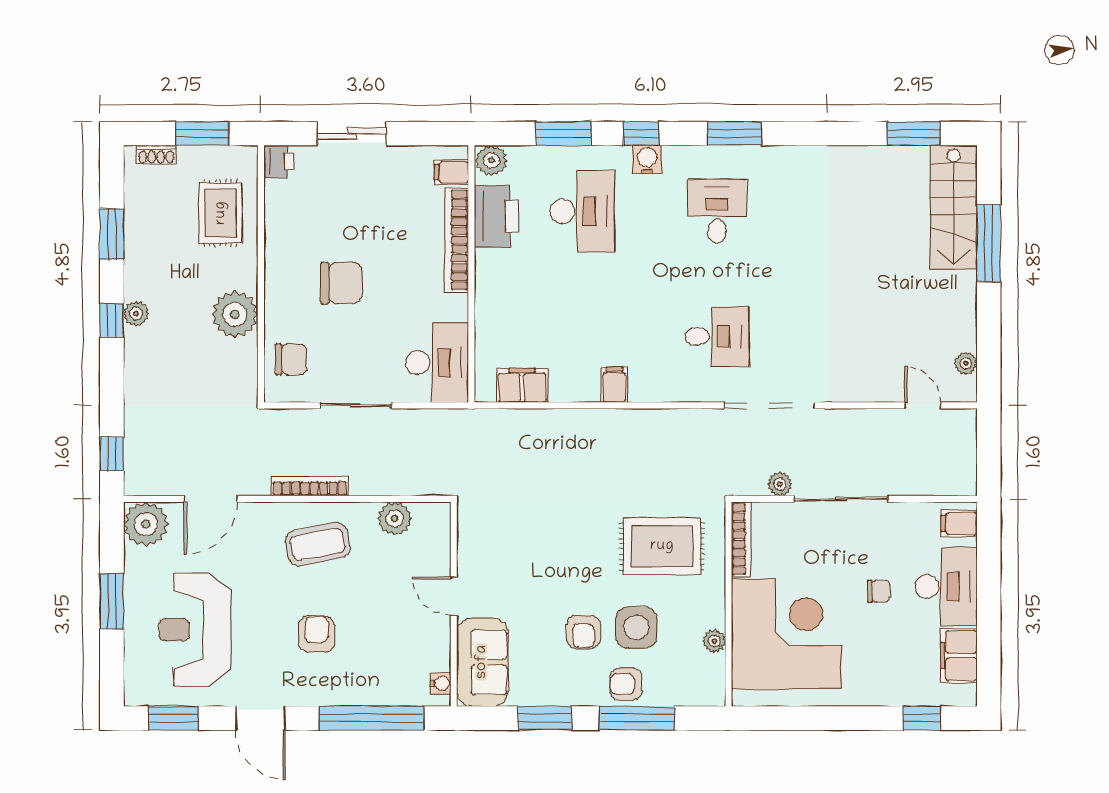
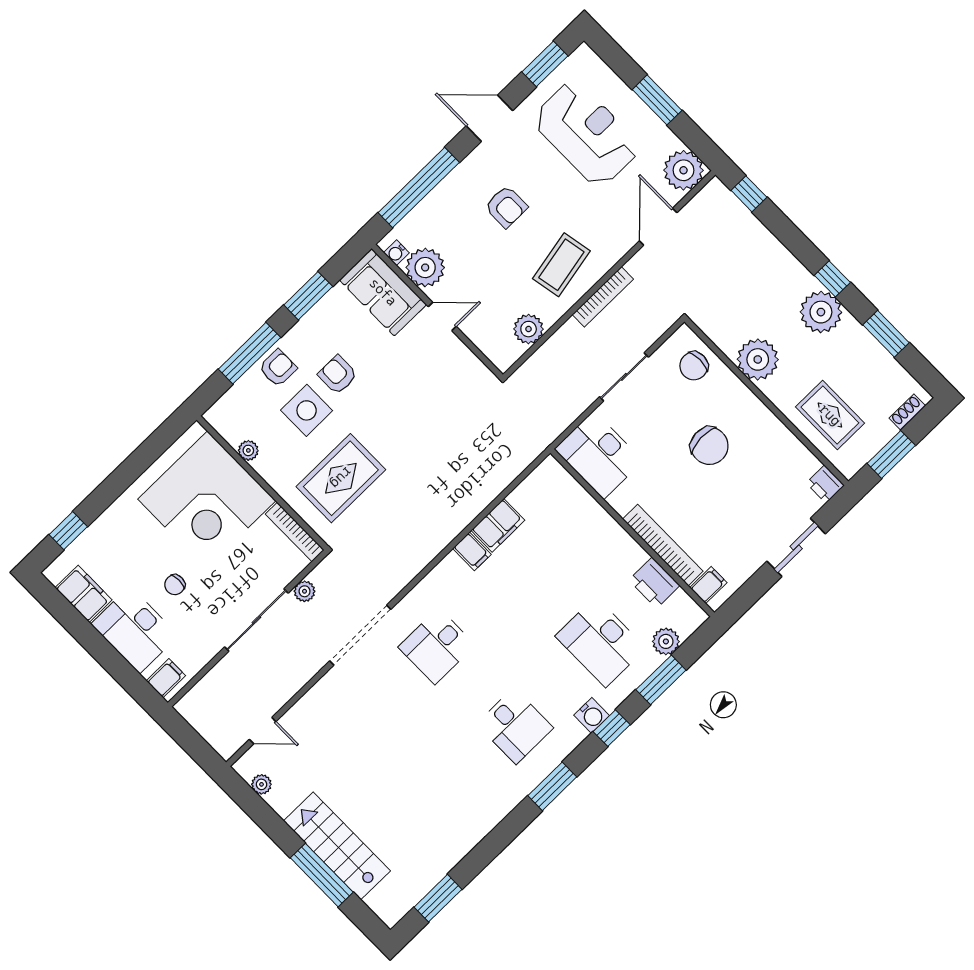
plant: (491, 160) -> (666, 641), moved
stairs: (954, 208) -> (337, 846), moved
printer: (496, 216) -> (654, 583), width x0.73, depth x0.84
chair: (341, 283) -> (709, 446), turned -93
plant: (136, 314) -> (821, 312), width x1.88, depth x1.88
filing cabinet: (522, 385) -> (498, 525), moved
plant: (429, 649) -> (425, 268), added

